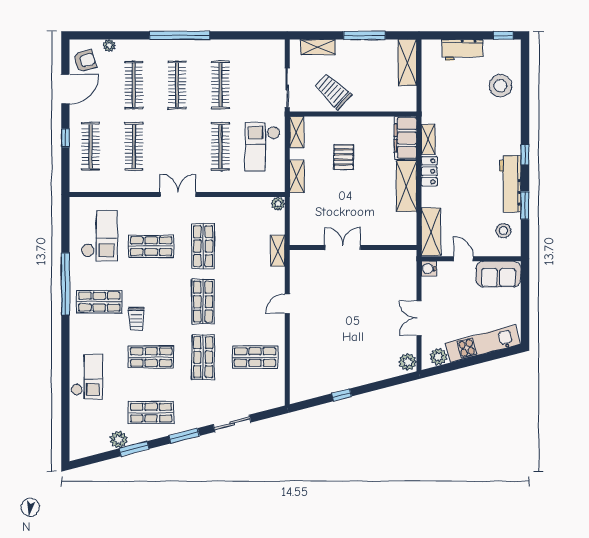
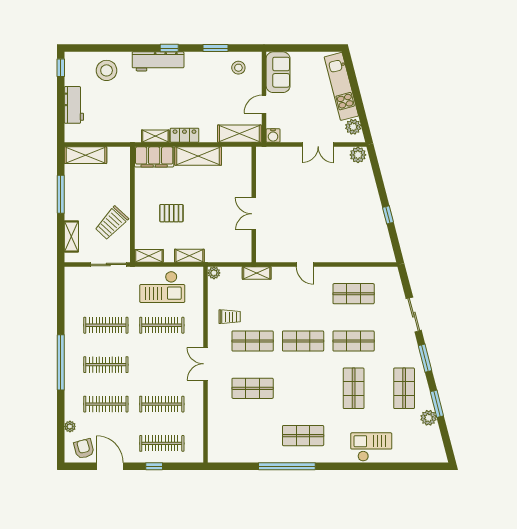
workbench: (510, 184) -> (158, 61), moved
checkout: (99, 236) -> (243, 436), removed
shop shelf: (151, 246) -> (253, 388), turned 90
shop shelf: (99, 302) -> (303, 436), turned 90
trolley: (136, 319) -> (230, 317), moved
shop shelf: (255, 357) -> (354, 294), turned 90

